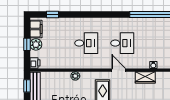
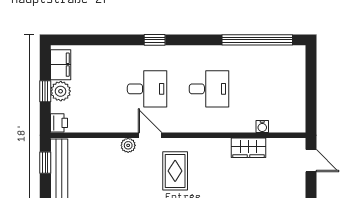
window: (53, 15) -> (155, 40), moved
door: (119, 70) -> (150, 135), moved

